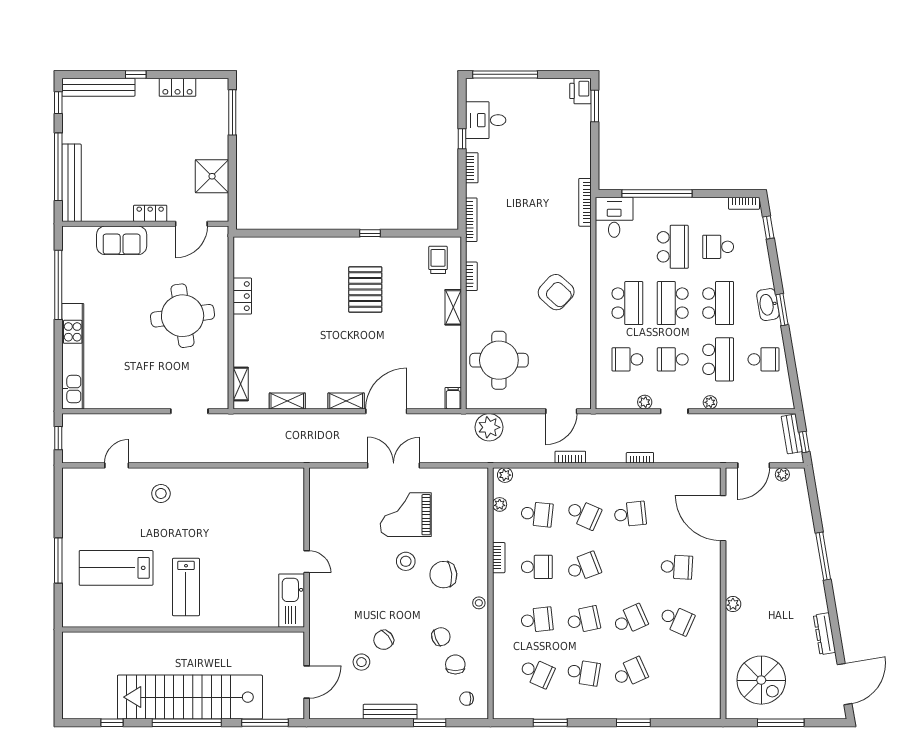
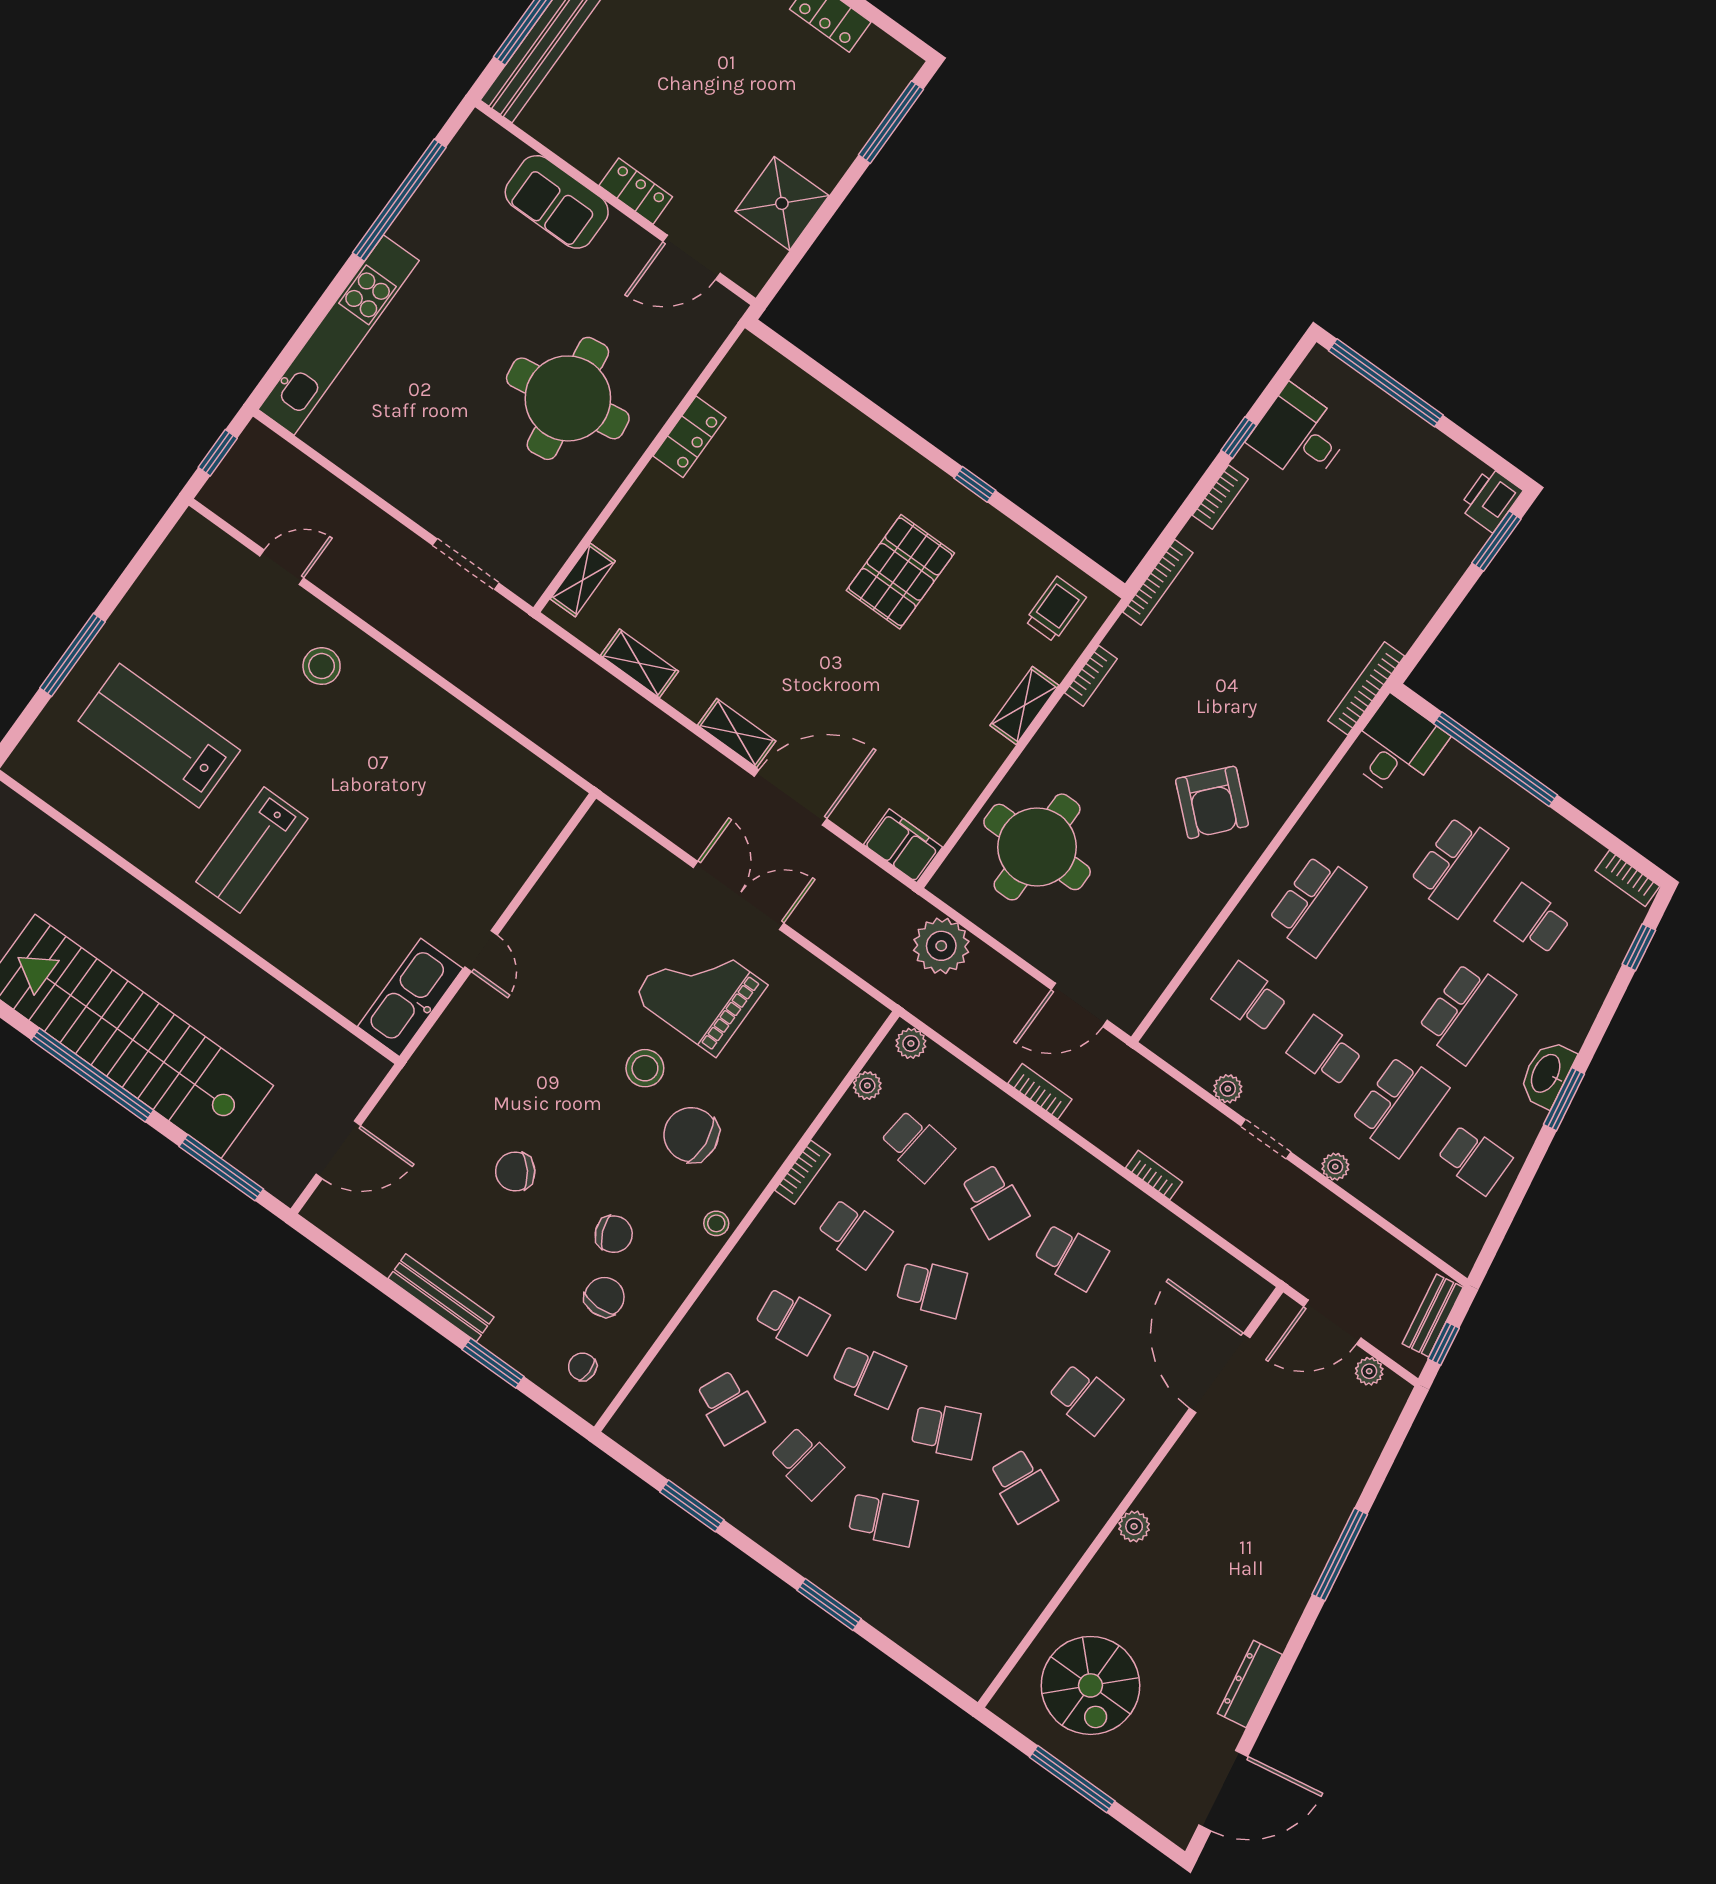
school desk: (673, 303) -> (1391, 959), removed
filing cabinet: (453, 398) -> (903, 846), width x2.00
stool: (361, 662) -> (452, 1182), removed

